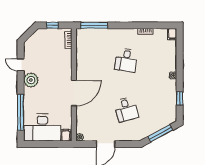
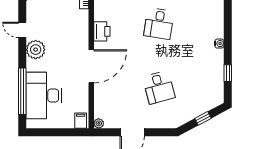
printer: (82, 66) -> (102, 31), added
desk: (42, 127) -> (44, 95), moved, turned 90
window: (160, 133) -> (203, 118), width x0.46

